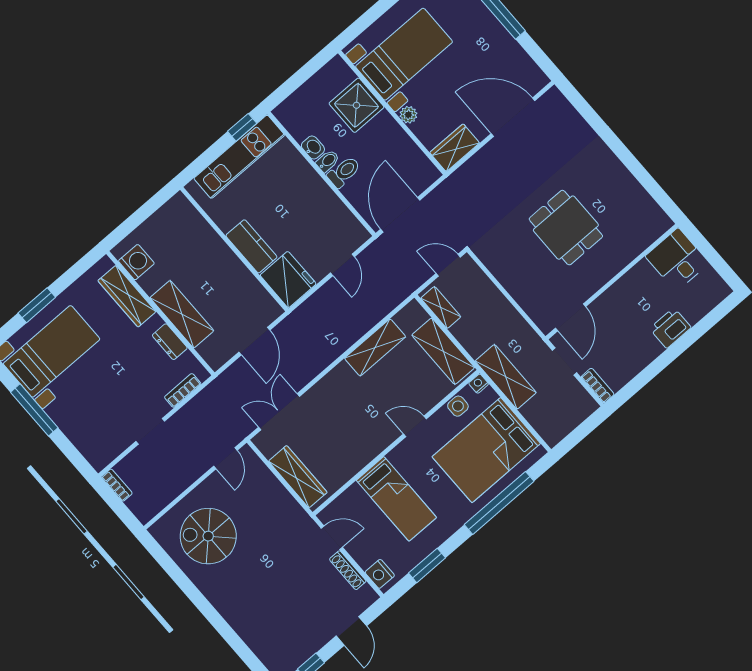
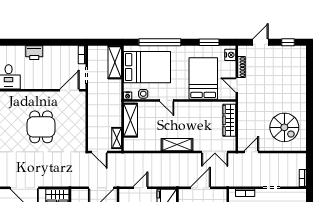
shelving: (375, 347) -> (177, 145), moved
shelving: (506, 377) -> (115, 62), moved
bed: (396, 499) -> (203, 78), width x1.50

